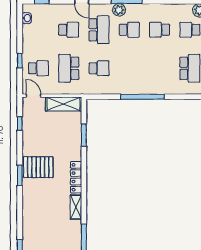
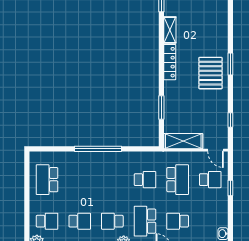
school desk: (38, 68) -> (210, 180), turned 180
school desk: (99, 68) -> (145, 180), turned 180
pallet: (38, 167) -> (210, 73), turned 90

